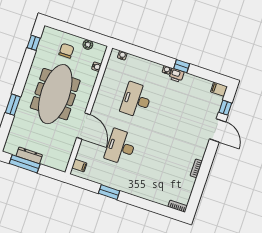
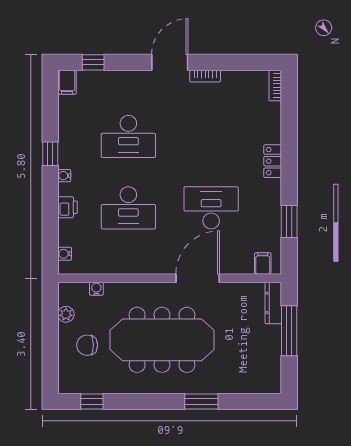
printer: (176, 75) -> (68, 207), moved
desk: (177, 114) -> (128, 136), added
door: (218, 130) -> (170, 62), moved
desk: (121, 147) -> (211, 208), turned 180
dresser: (29, 155) -> (273, 303), moved
window: (25, 164) -> (289, 331), moved
locker: (135, 191) -> (273, 161), added
window: (109, 192) -> (289, 222), moved

